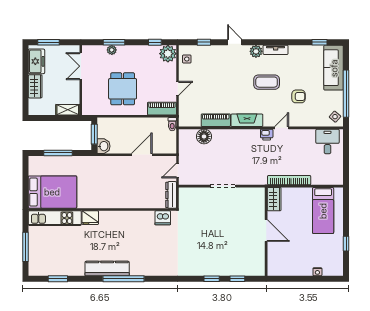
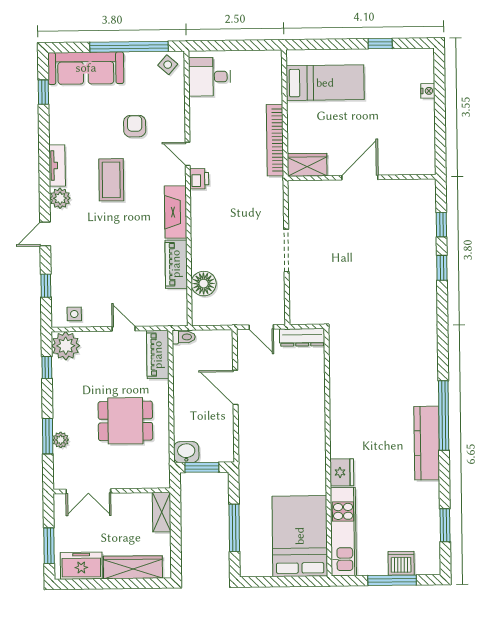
wardrobe: (35, 86) -> (133, 567), width x1.50
washbasin: (103, 146) -> (186, 452), moved
dishwasher: (163, 218) -> (401, 563), moved, turned -90

